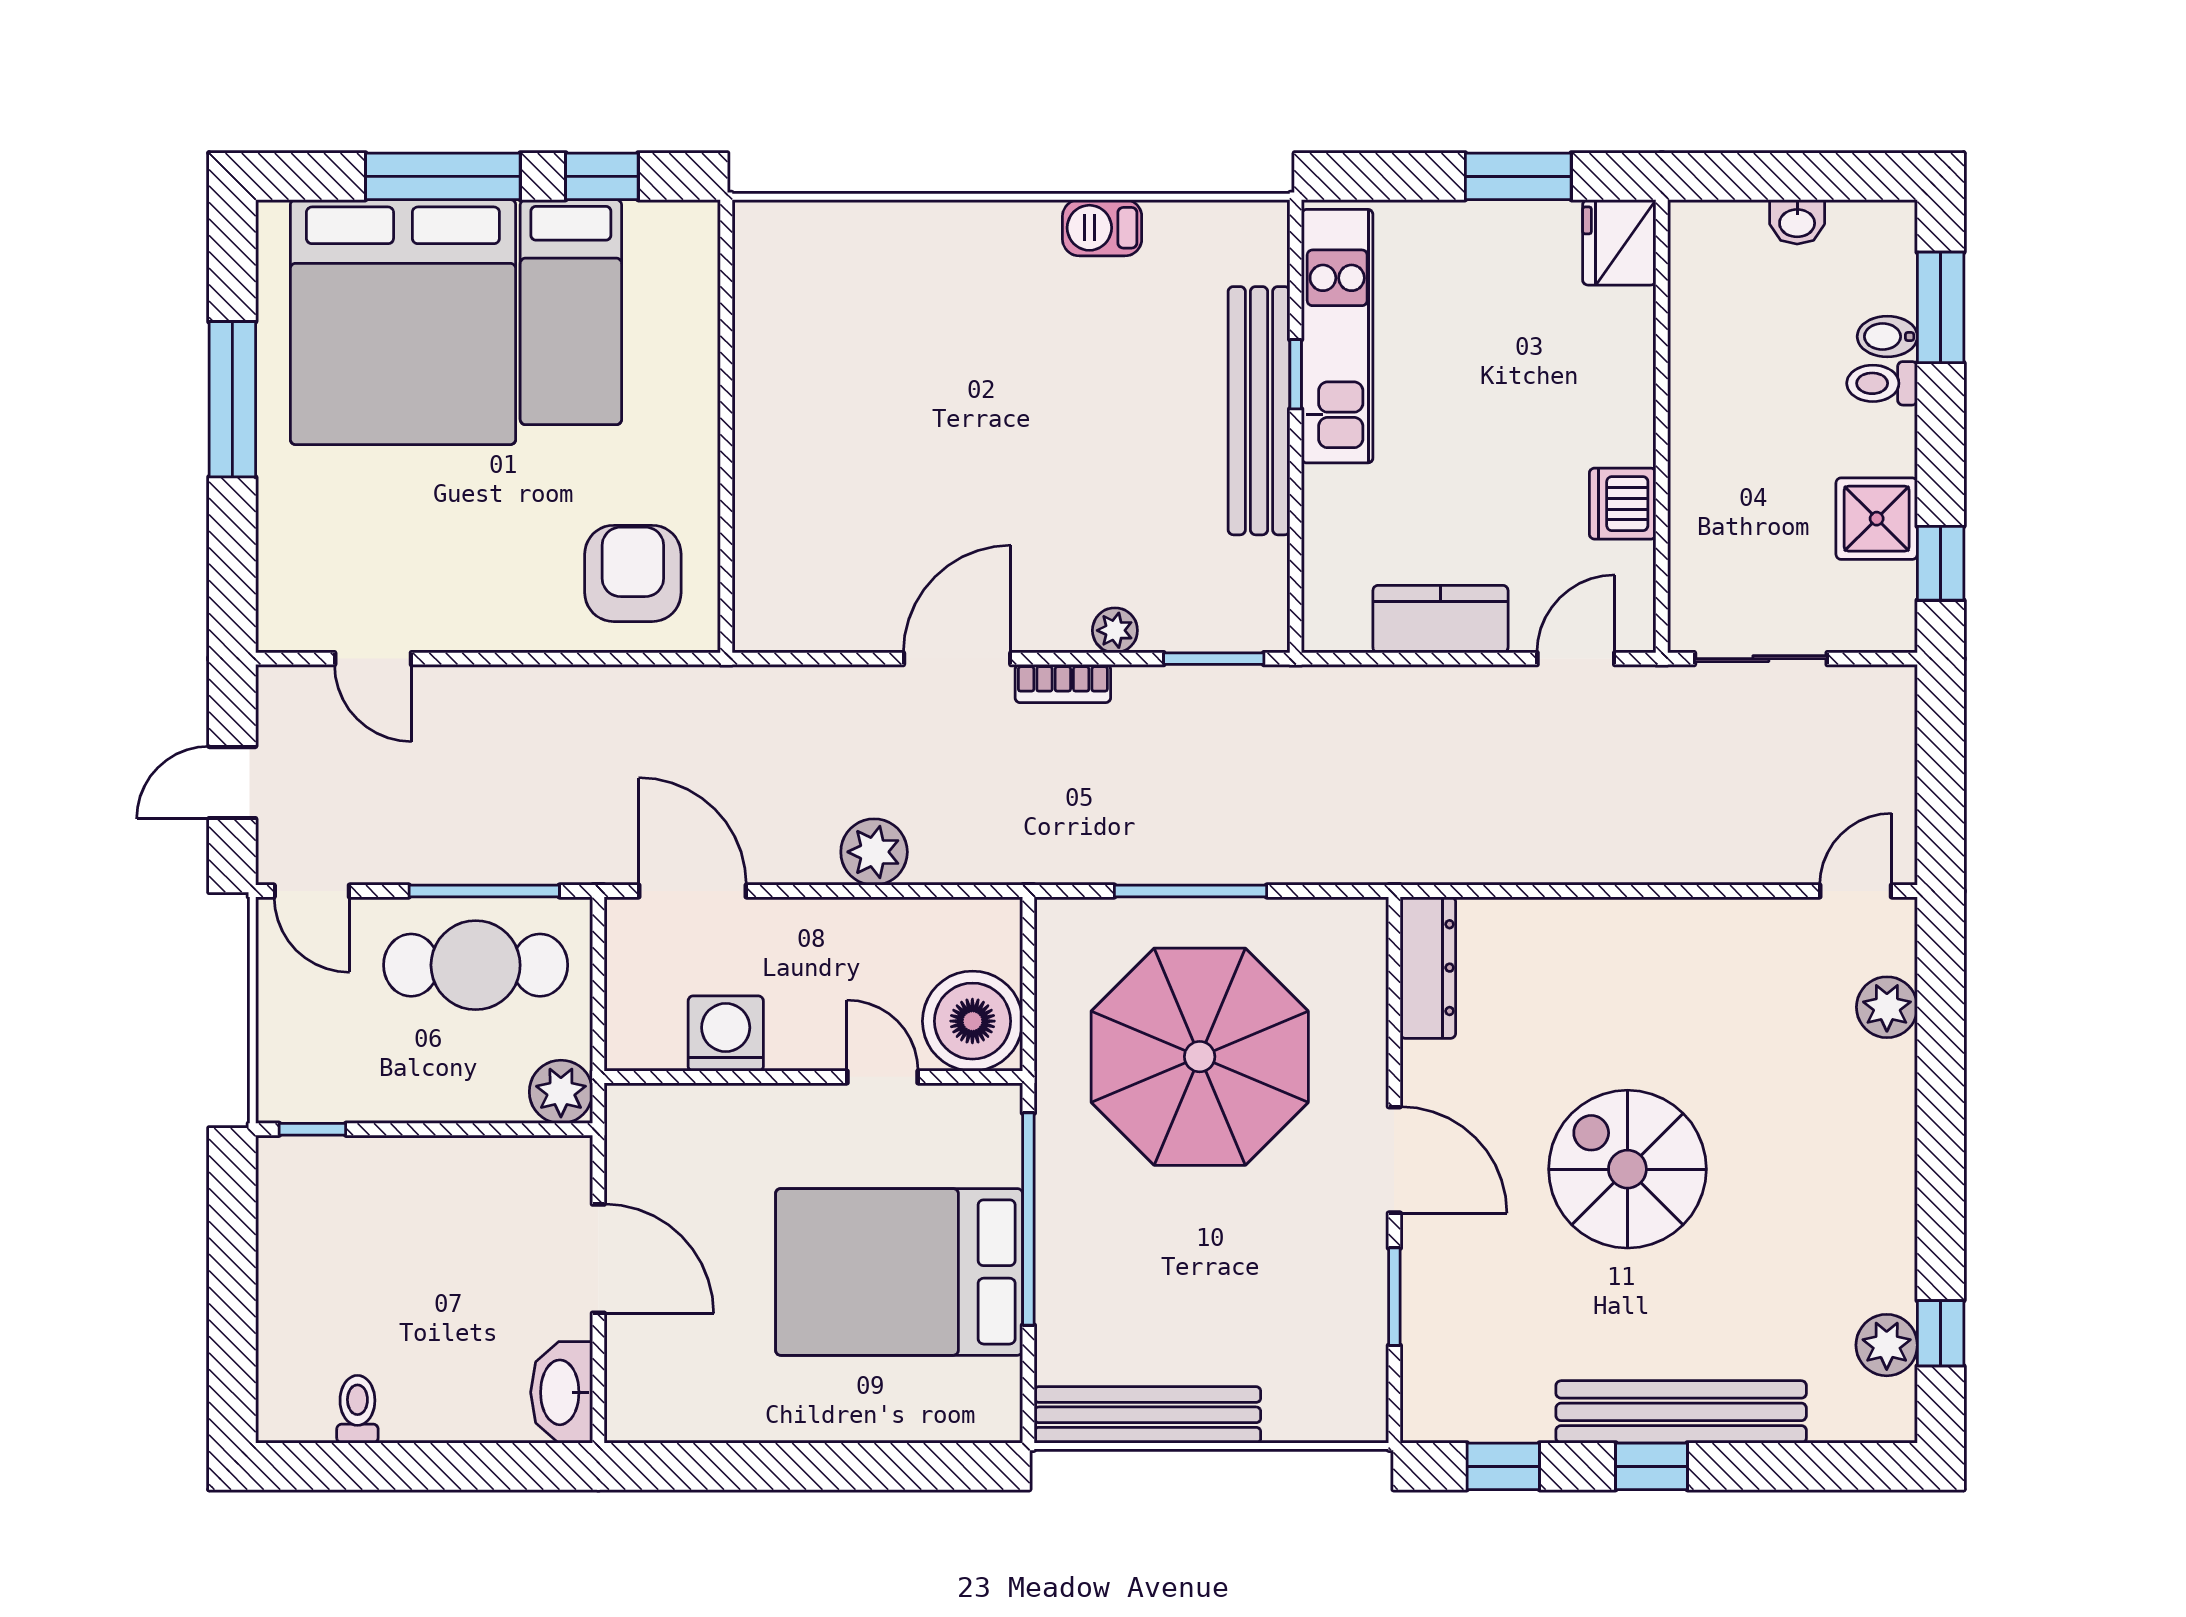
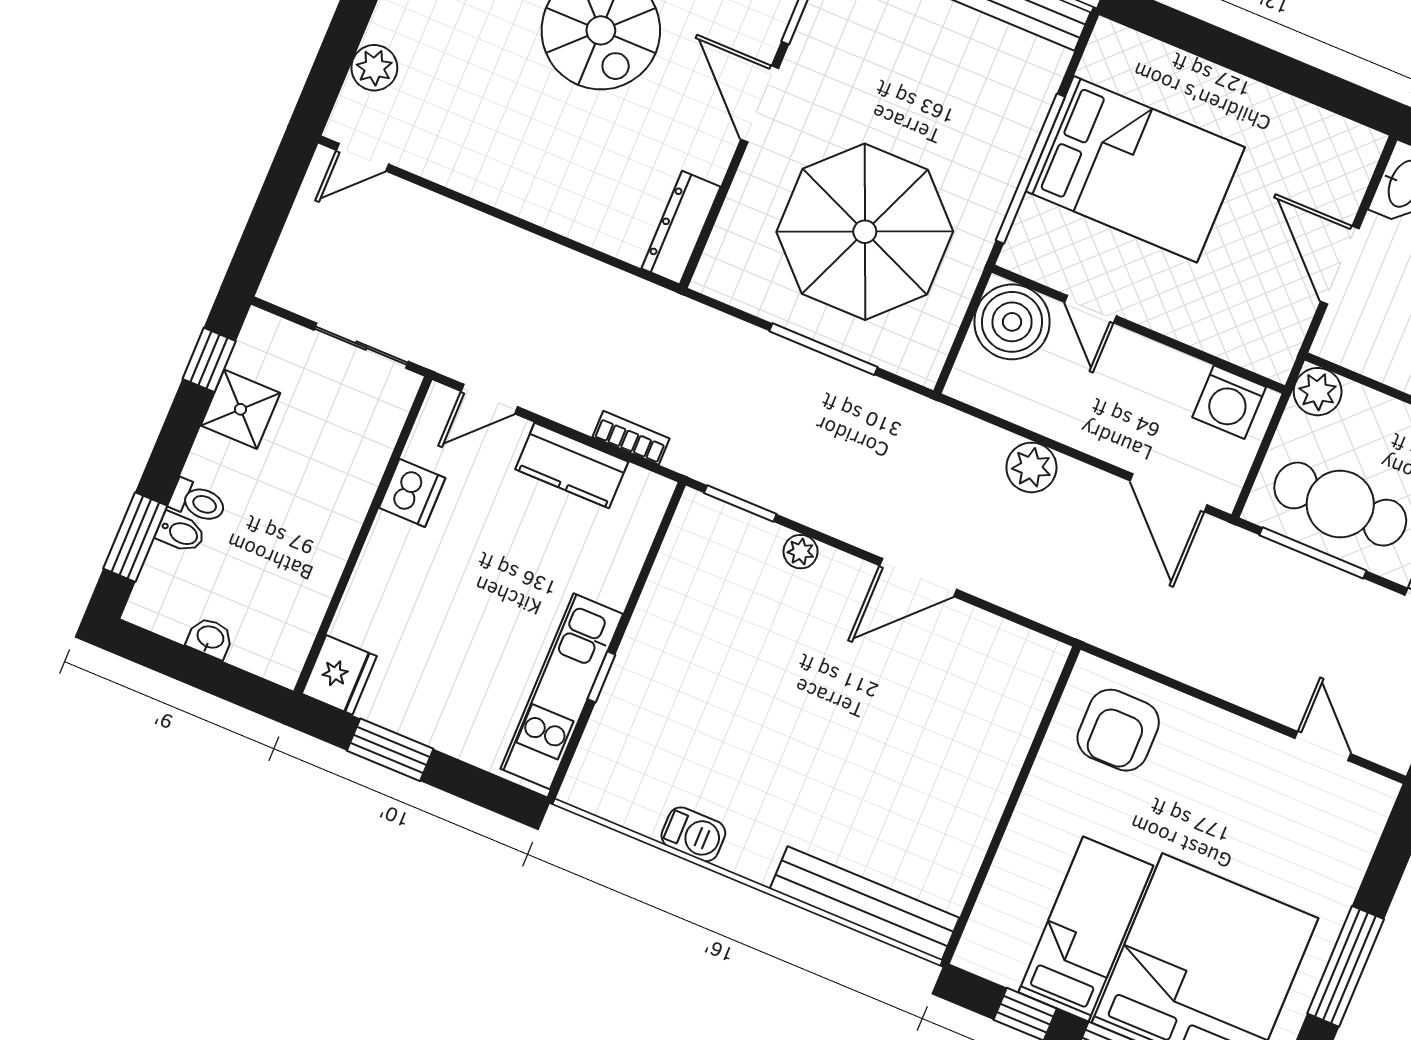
bench: (1259, 411) -> (865, 903), moved, turned 90
bookcase: (1063, 684) -> (631, 438), moved
washing machine: (726, 1034) -> (1229, 402), moved

